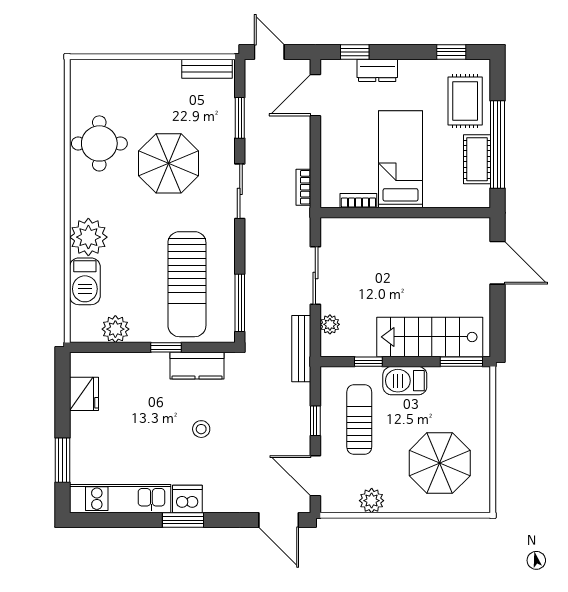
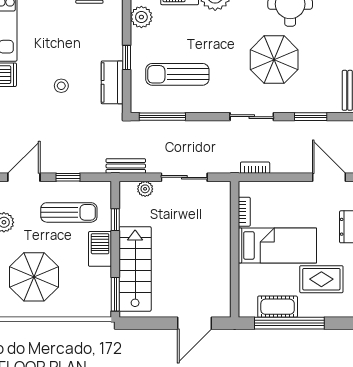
rug: (465, 101) -> (321, 279), moved
sun lounger: (187, 284) -> (177, 74), width x0.73, depth x0.75
bench: (301, 349) -> (126, 166), width x0.73

